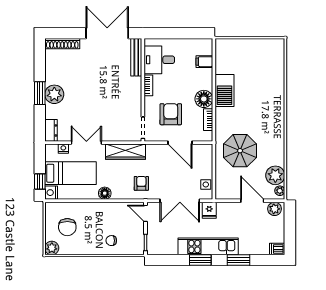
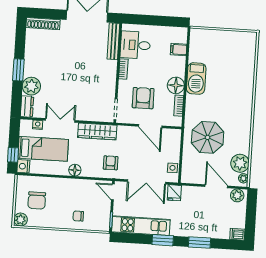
plant: (54, 94) -> (31, 86), moved
kitchen unit: (208, 246) -> (141, 226), moved

